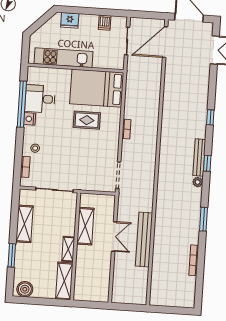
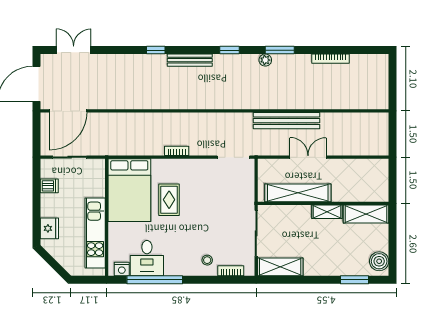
door: (165, 42) -> (68, 111), hinge flipped
nightstand: (30, 119) -> (122, 269), moved
bench: (199, 158) -> (190, 60), moved
window: (207, 163) -> (229, 50), moved
plant: (198, 182) -> (265, 60), moved
shelving: (25, 224) -> (280, 267), moved
shelving: (85, 226) -> (298, 193), width x1.47
bench: (144, 240) -> (286, 121), moved
window: (12, 255) -> (355, 280), moved

